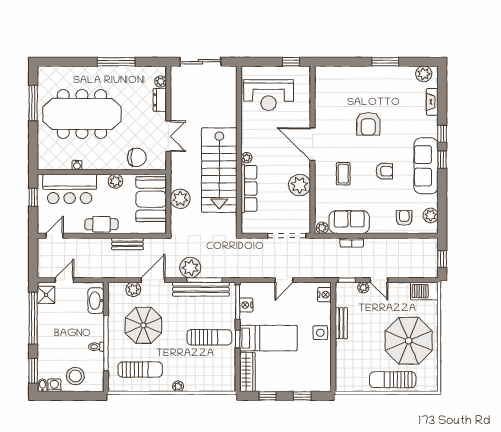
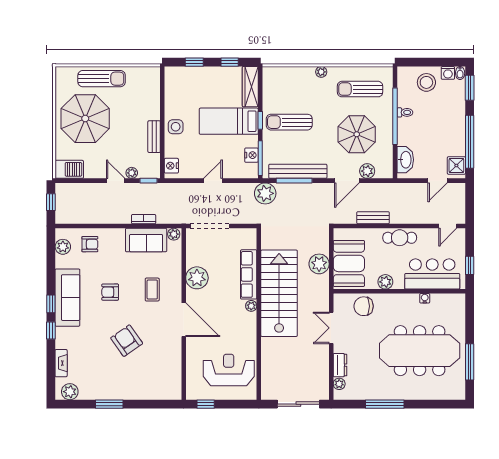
armchair: (368, 124) -> (127, 341), turned -35
armchair: (404, 218) -> (90, 244), turned -90
plant: (190, 268) -> (265, 193), moved

